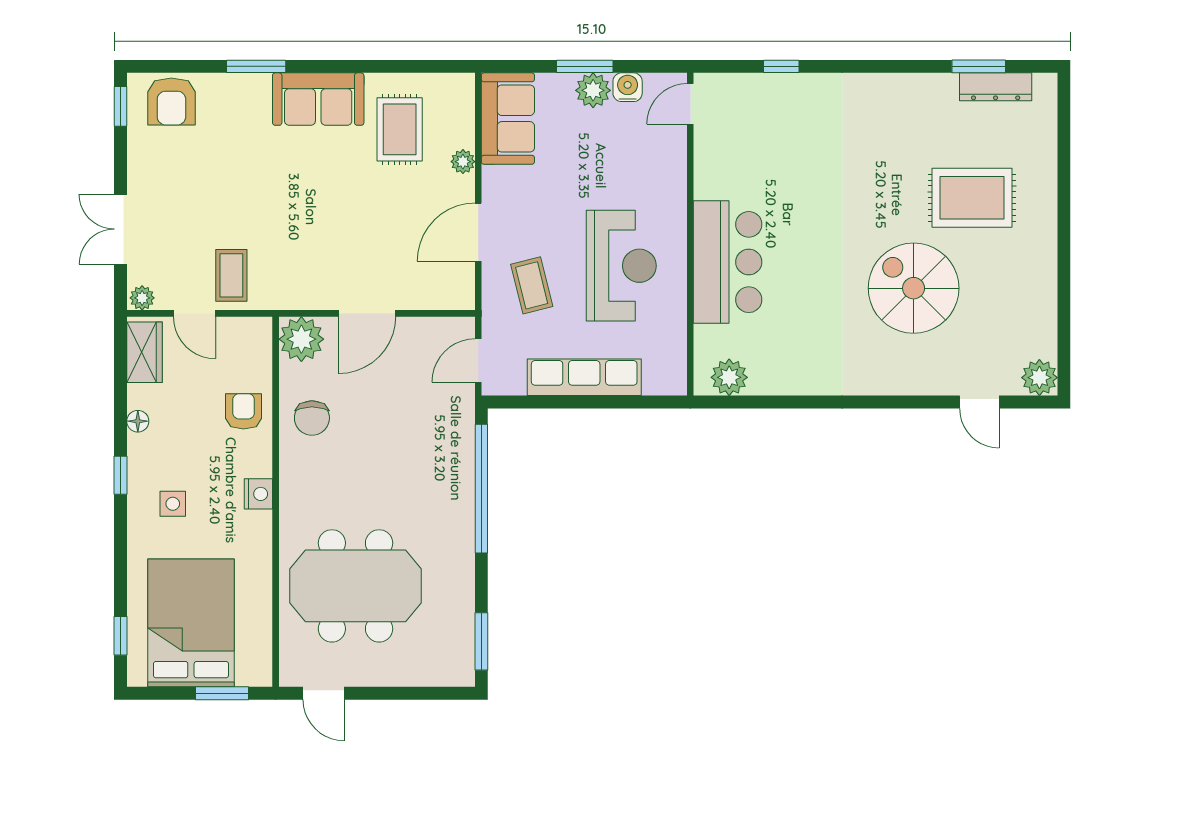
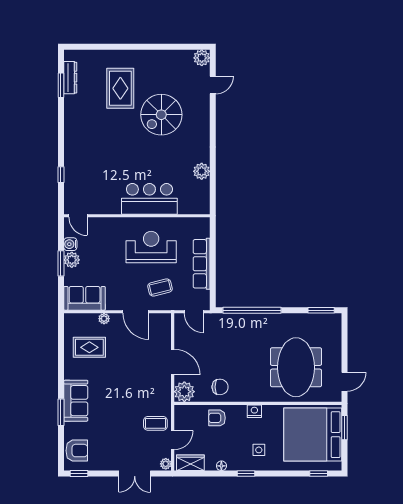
sofa: (318, 99) -> (76, 401), moved
plant: (729, 377) -> (202, 171), moved
bed: (191, 623) -> (313, 435), width x1.36

